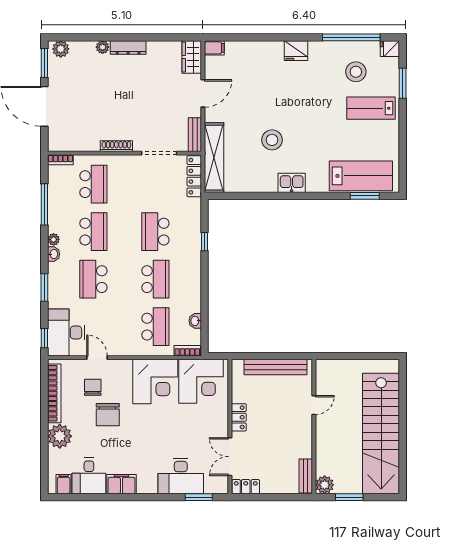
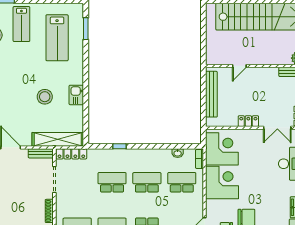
lab bench: (361, 176) -> (57, 38), moved, turned 180
kitchen sink: (292, 183) -> (76, 95), moved
school desk: (155, 232) -> (112, 182), turned 180
door: (314, 405) -> (239, 66), swing flipped

